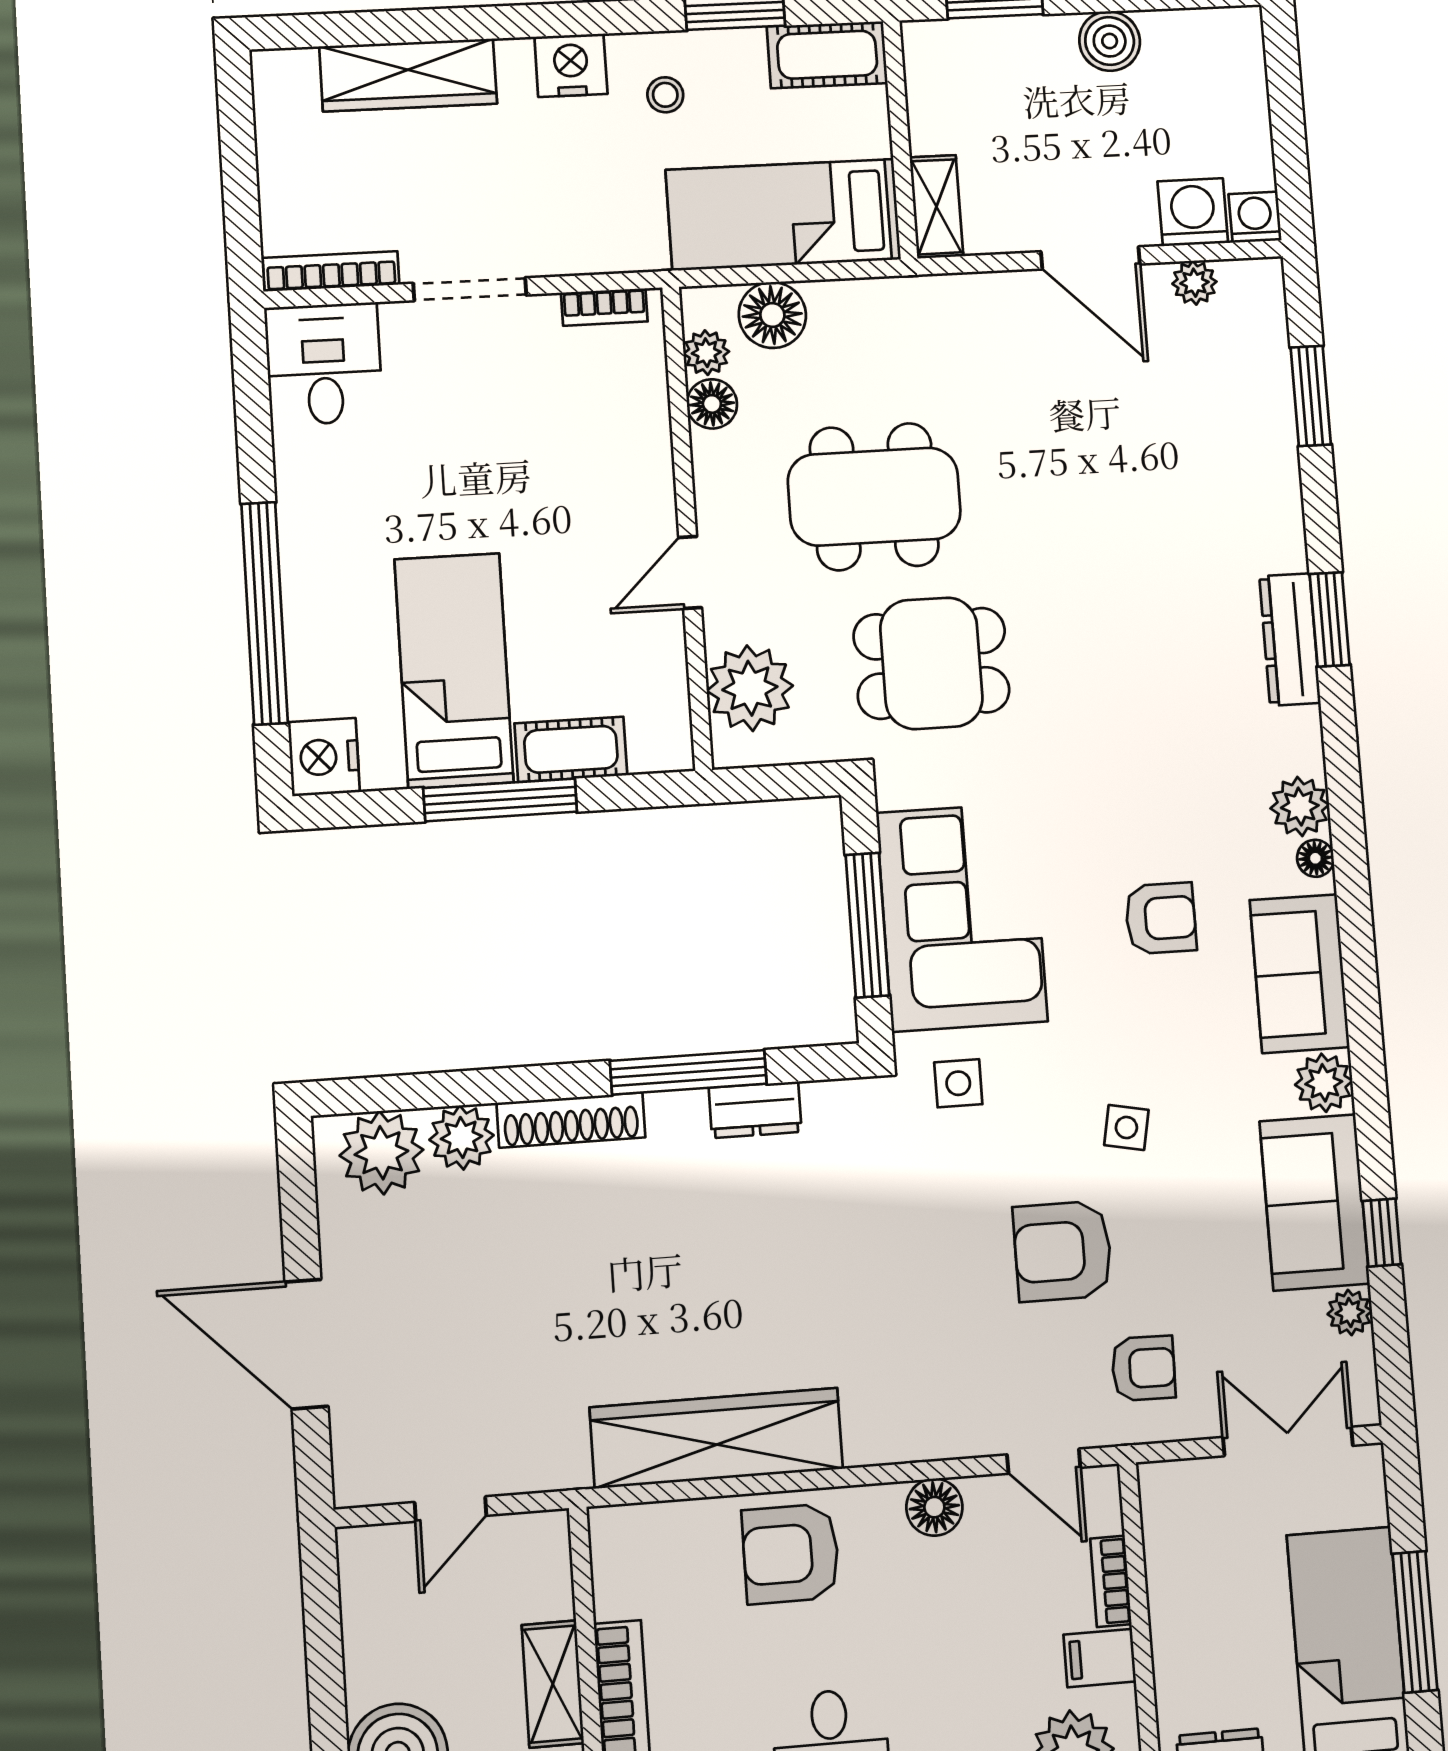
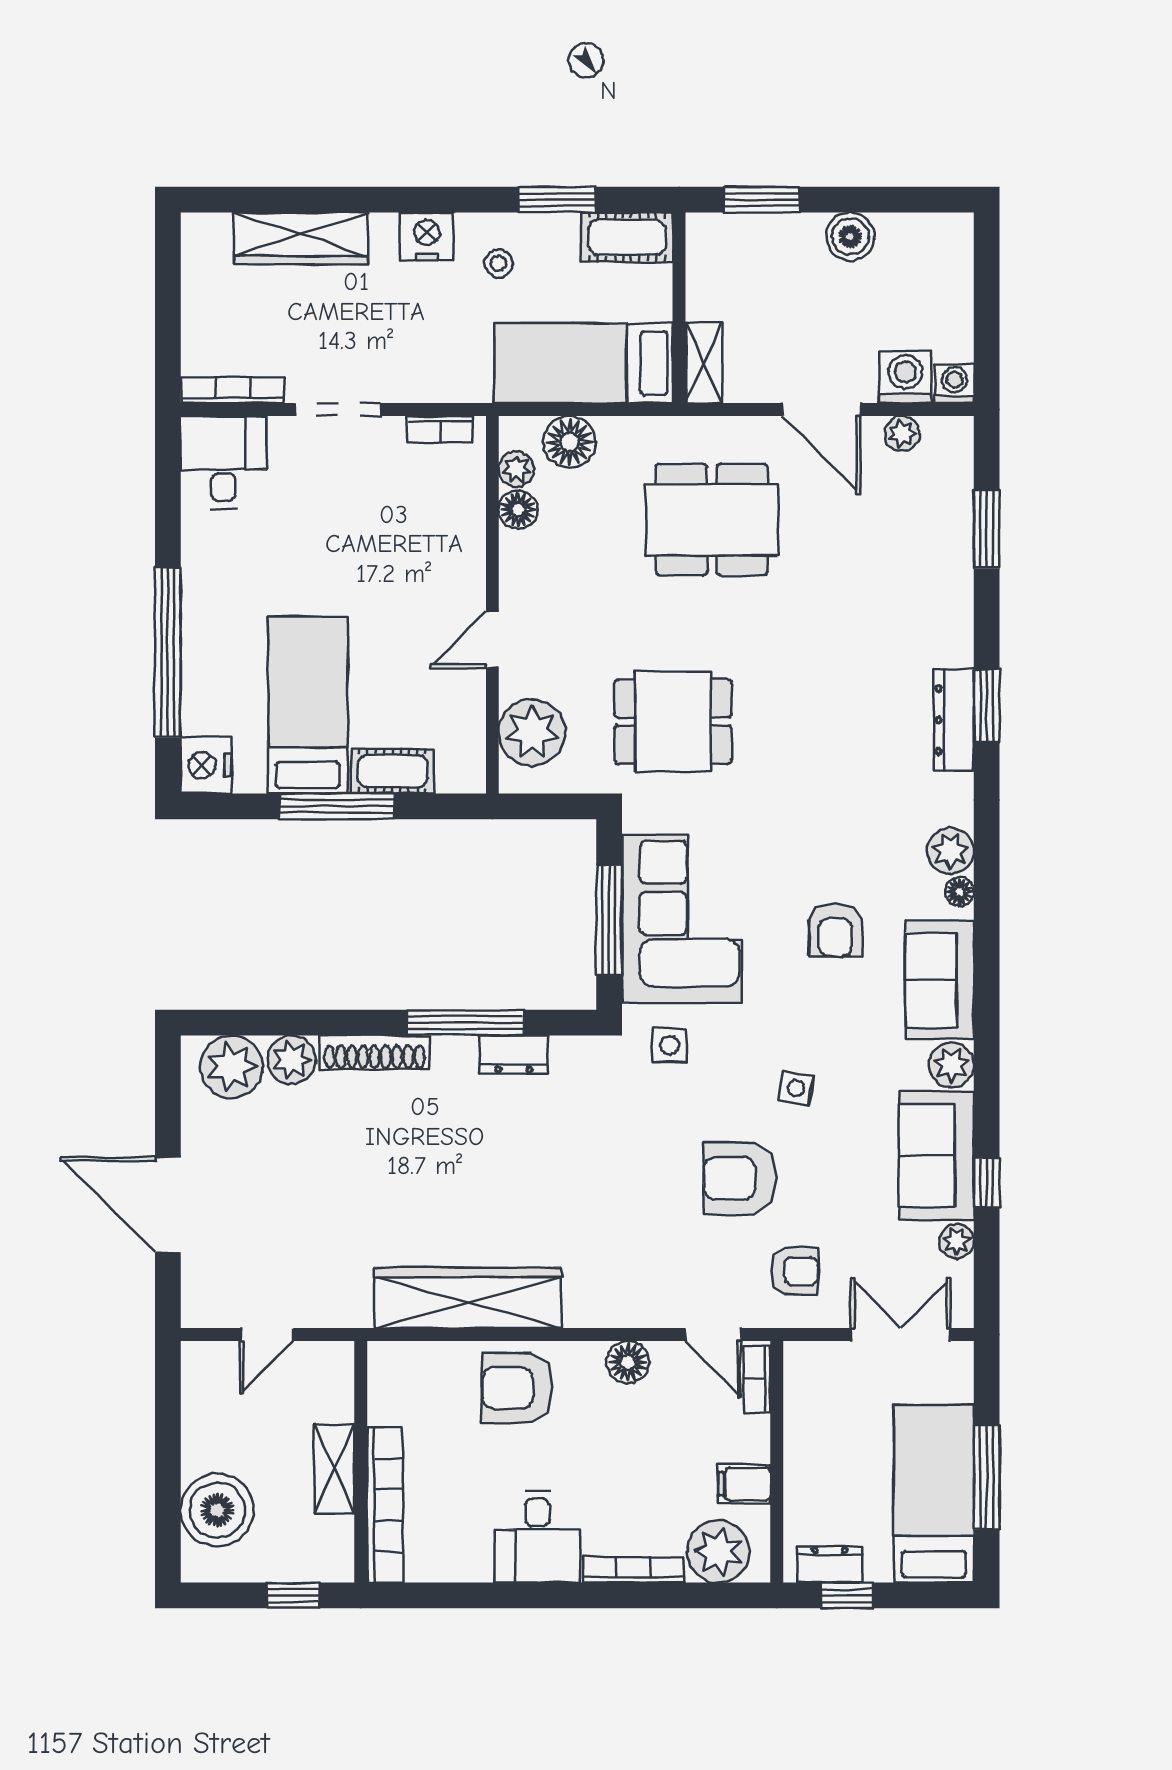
dining table: (874, 497) -> (712, 520), moved
armchair: (1161, 918) -> (835, 930), turned 90
bookcase: (1111, 1581) -> (757, 1379), moved

